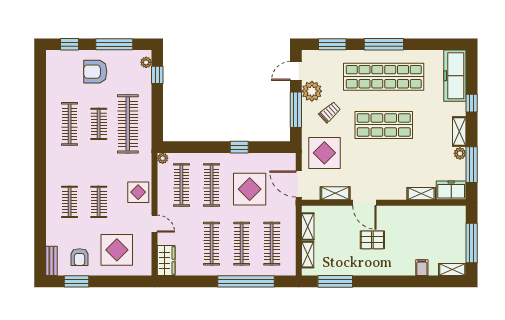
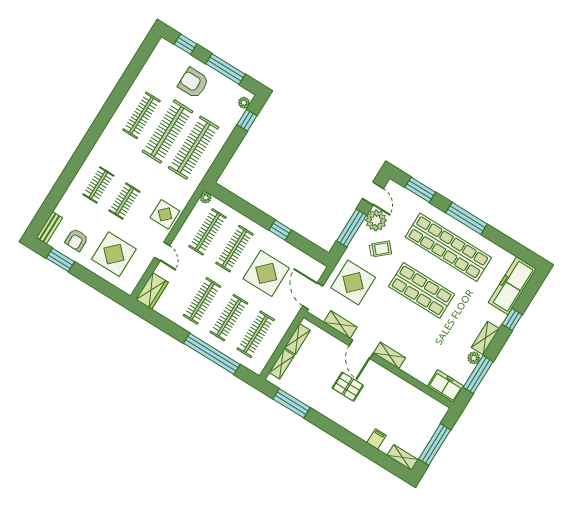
door: (296, 71) -> (373, 193), swing flipped
clothes rail: (99, 124) -> (168, 131), width x1.86, depth x1.31
shelving: (421, 194) -> (389, 355), moved

